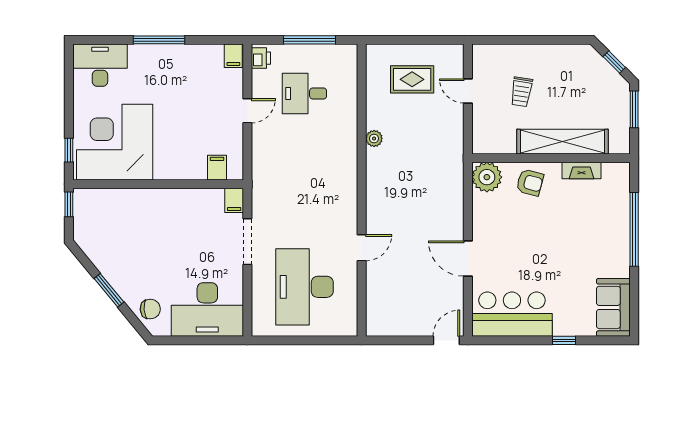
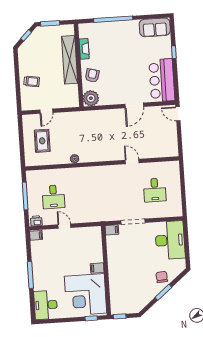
trolley: (521, 92) -> (32, 81), moved
filing cabinet: (217, 168) -> (97, 268), moved
desk: (304, 287) -> (155, 190), width x0.53, depth x0.77
chair: (150, 309) -> (162, 277), moved

